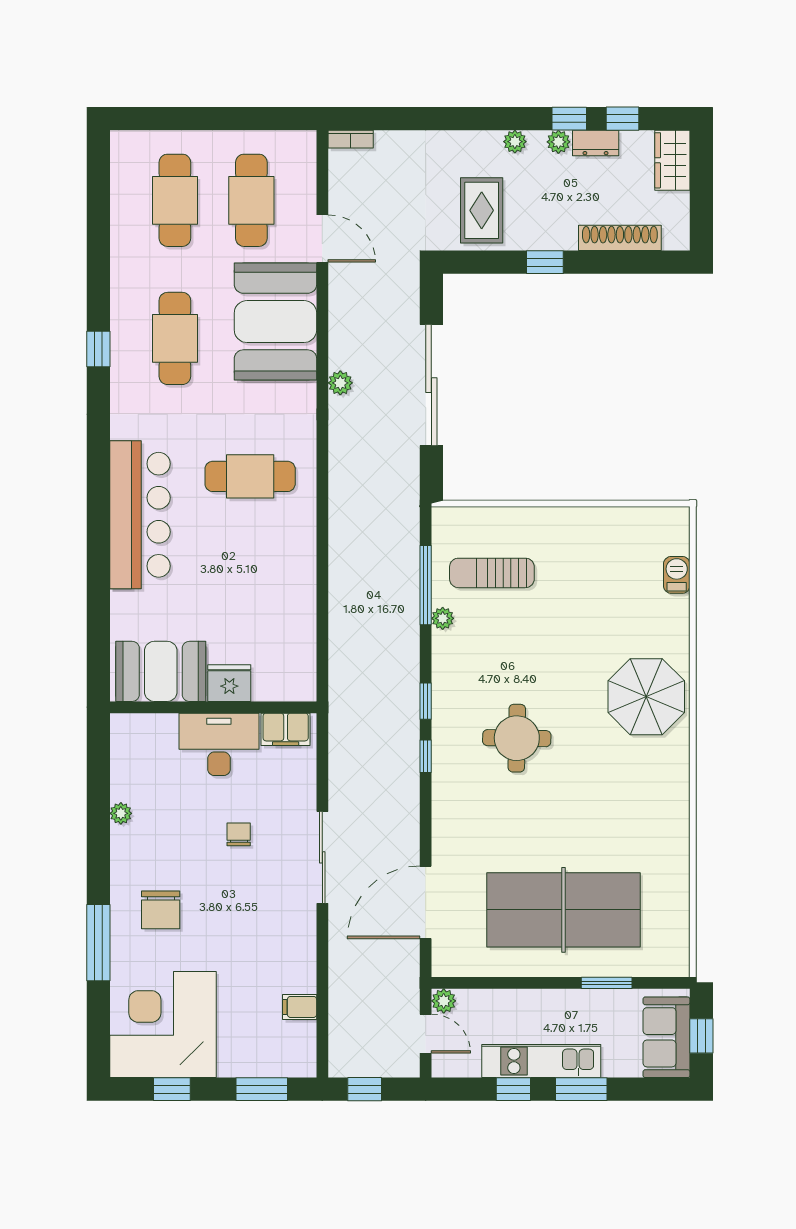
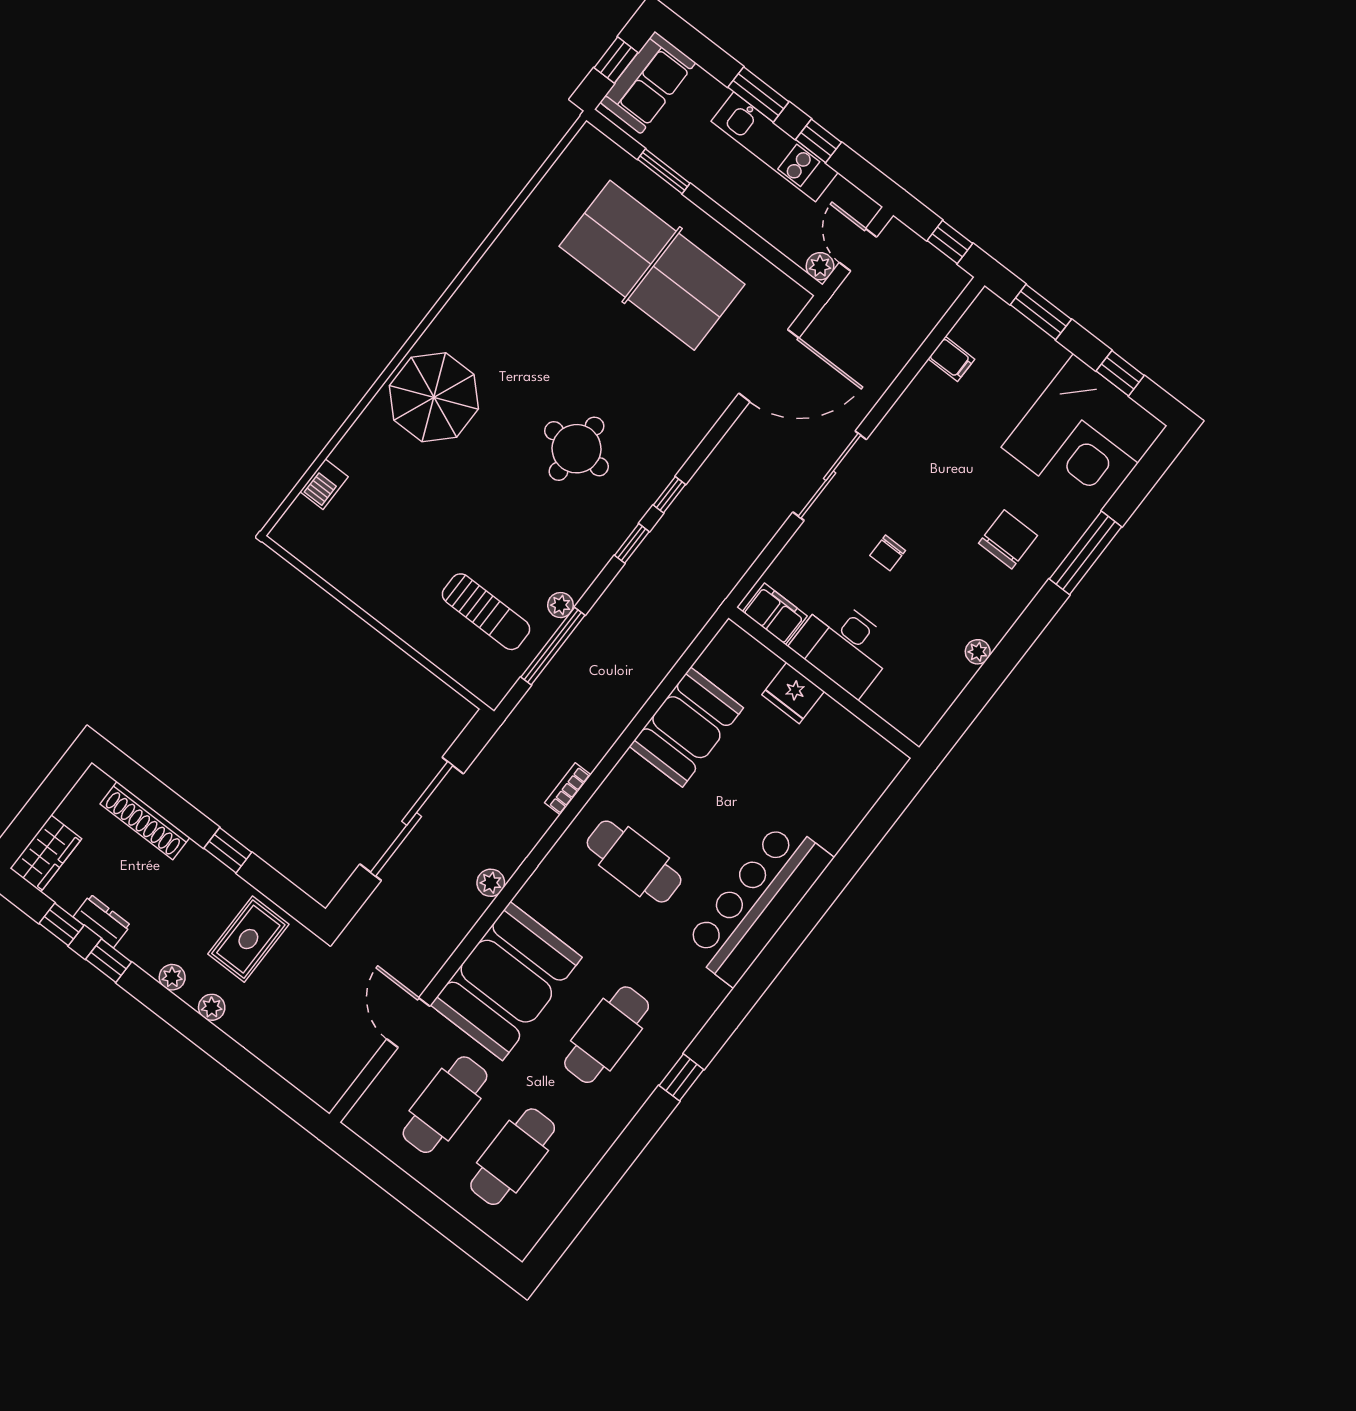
bookcase: (351, 139) -> (568, 789), moved, turned -90
plant: (558, 142) -> (212, 1007), moved
booth: (161, 671) -> (686, 727), moved, turned 90

